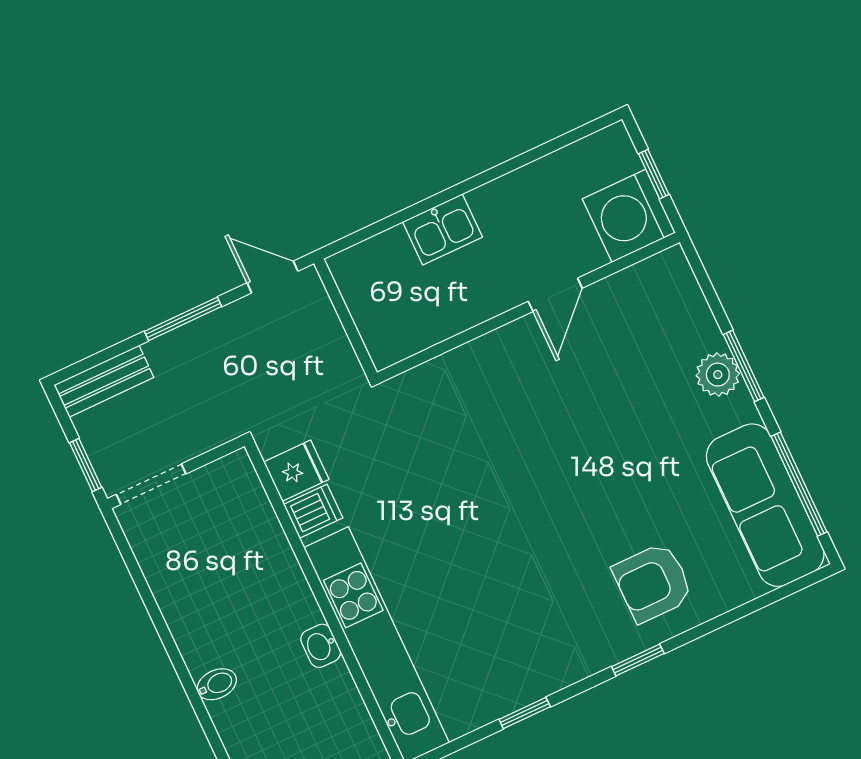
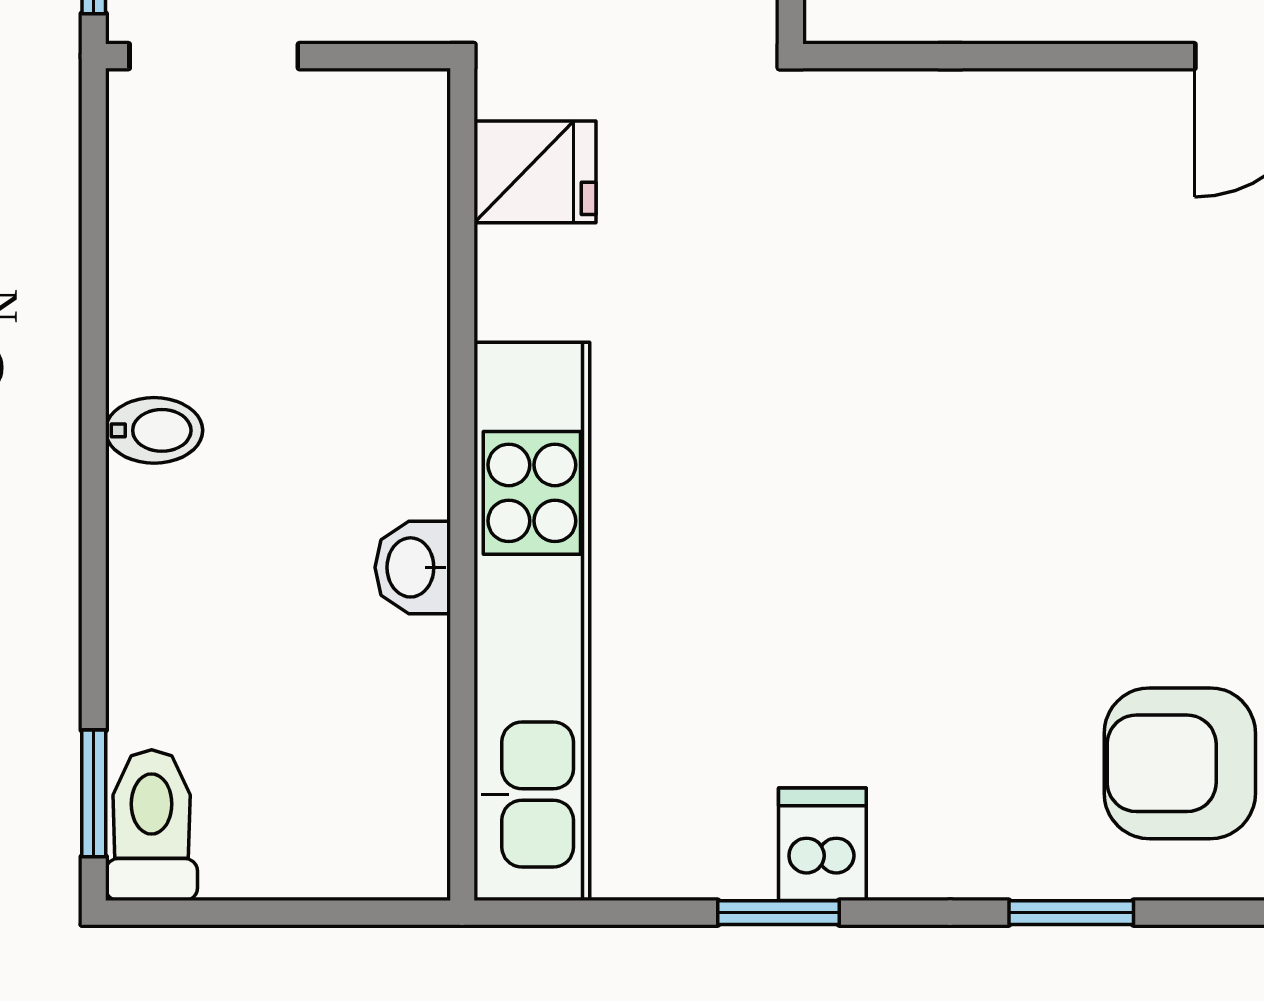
dishwasher: (313, 511) -> (822, 844), moved, turned -90
bidet: (217, 684) -> (154, 430), moved

